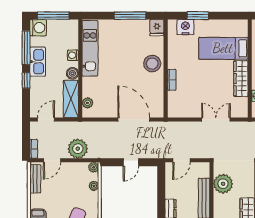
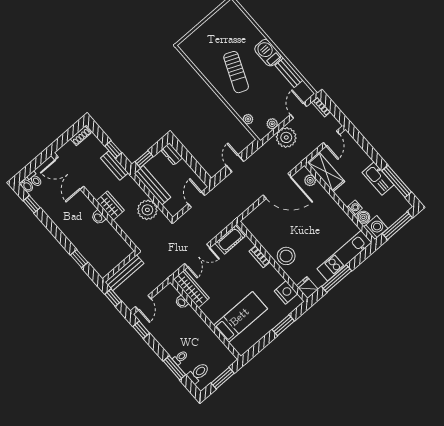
nightstand: (185, 27) -> (286, 292), moved, turned -90
washing machine: (38, 28) -> (376, 228), moved, turned 180
kitchen unit: (90, 48) -> (344, 256), moved, turned 90
boiler: (72, 73) -> (363, 217), moved
wardrobe: (241, 79) -> (191, 289), moved
window: (26, 80) -> (374, 156), removed
cot: (182, 110) -> (230, 240), added
door: (134, 120) -> (277, 186), moved
plant: (94, 167) -> (272, 124), moved
bench: (35, 179) -> (289, 73), moved

